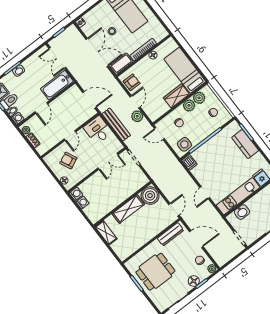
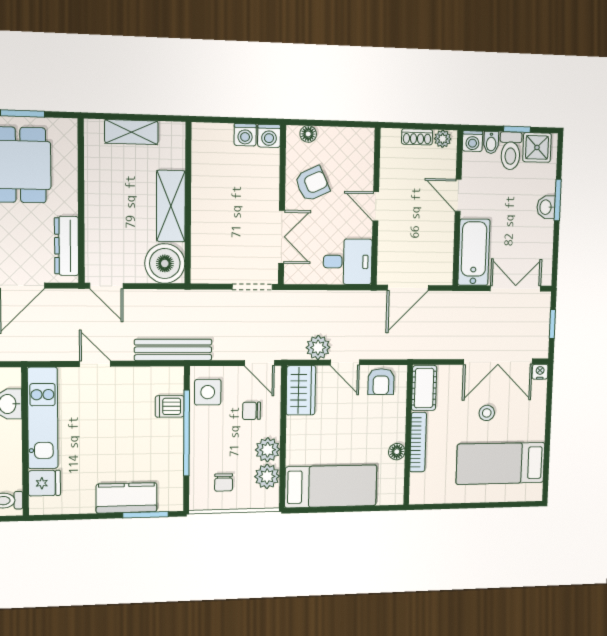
double door: (97, 52) -> (498, 362), moved
wardrobe: (176, 96) -> (301, 390), moved
bench: (116, 125) -> (173, 350), moved
door: (159, 134) -> (259, 363), swing flipped
armchair: (68, 160) -> (312, 184), moved
double door: (108, 161) -> (282, 237), swing flipped
dishwasher: (189, 162) -> (170, 406), moved
shelving: (106, 233) -> (131, 132), moved

